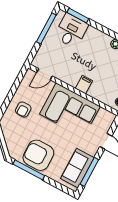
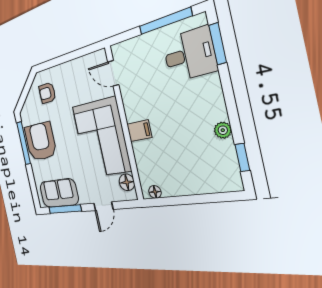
armchair: (23, 109) -> (47, 93), moved
floor lamp: (104, 114) -> (127, 182), added

